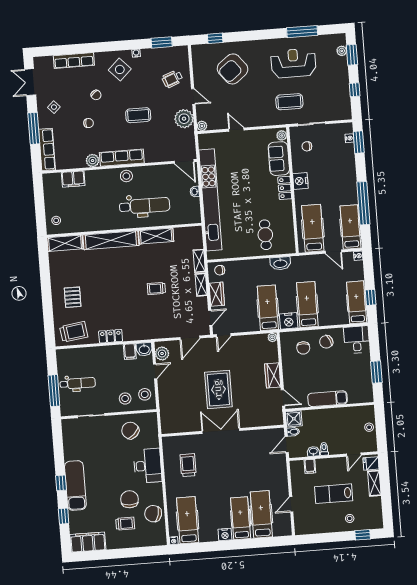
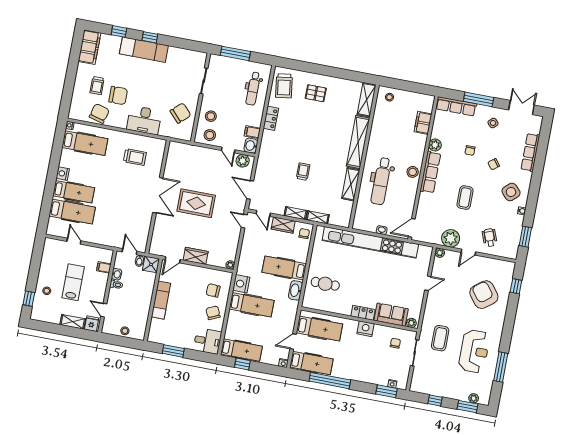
hospital bed: (268, 308) -> (284, 268), moved, turned 180
dental chair: (78, 383) -> (253, 89), moved

